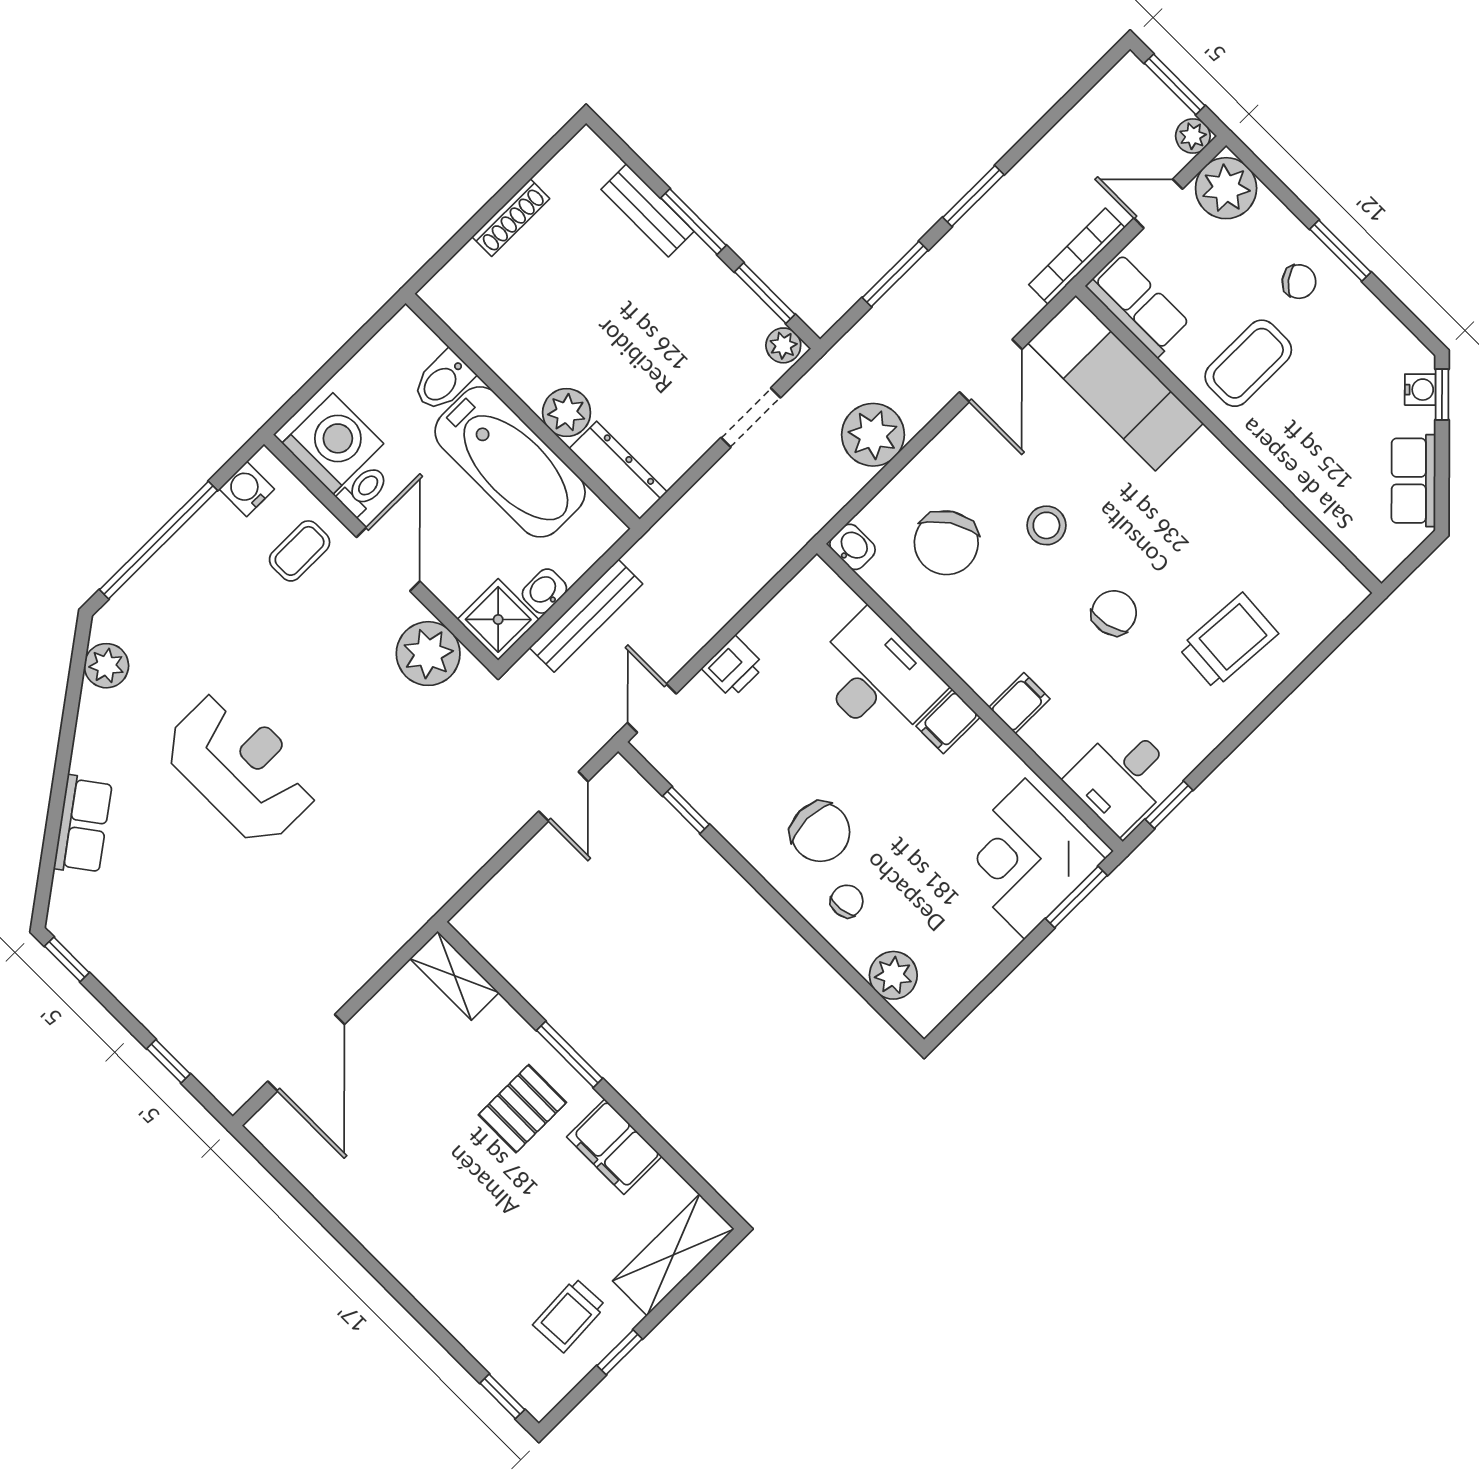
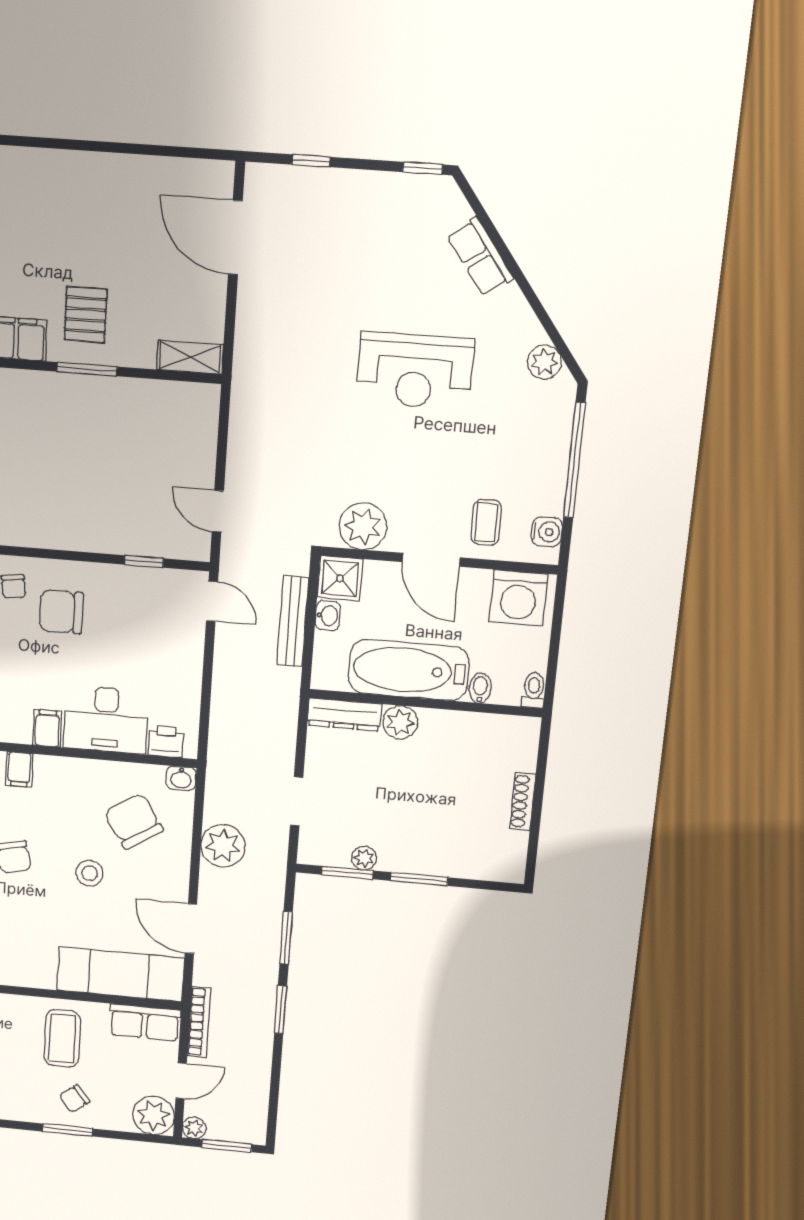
bench: (647, 210) -> (450, 865), removed
plant: (783, 345) -> (364, 858), moved
bidet: (443, 381) -> (480, 688), width x0.72, depth x0.74
toilet: (363, 490) -> (534, 690), moved, turned 180
printer: (733, 667) -> (166, 741), moved, turned 90

